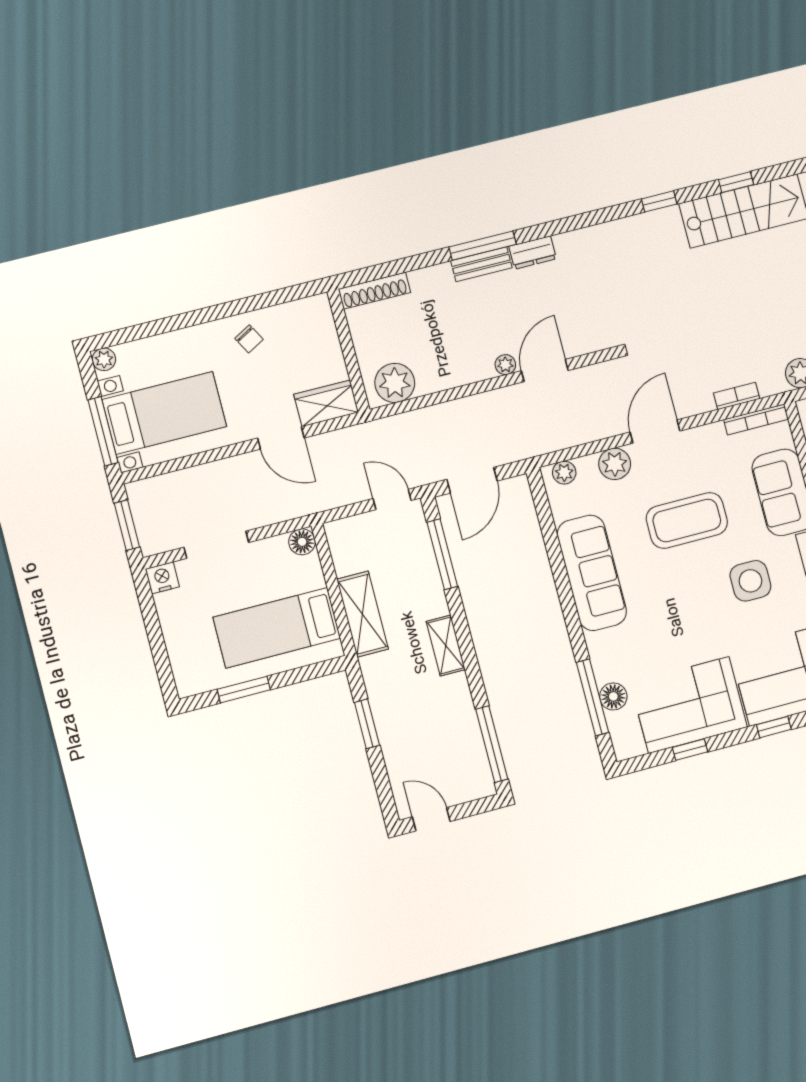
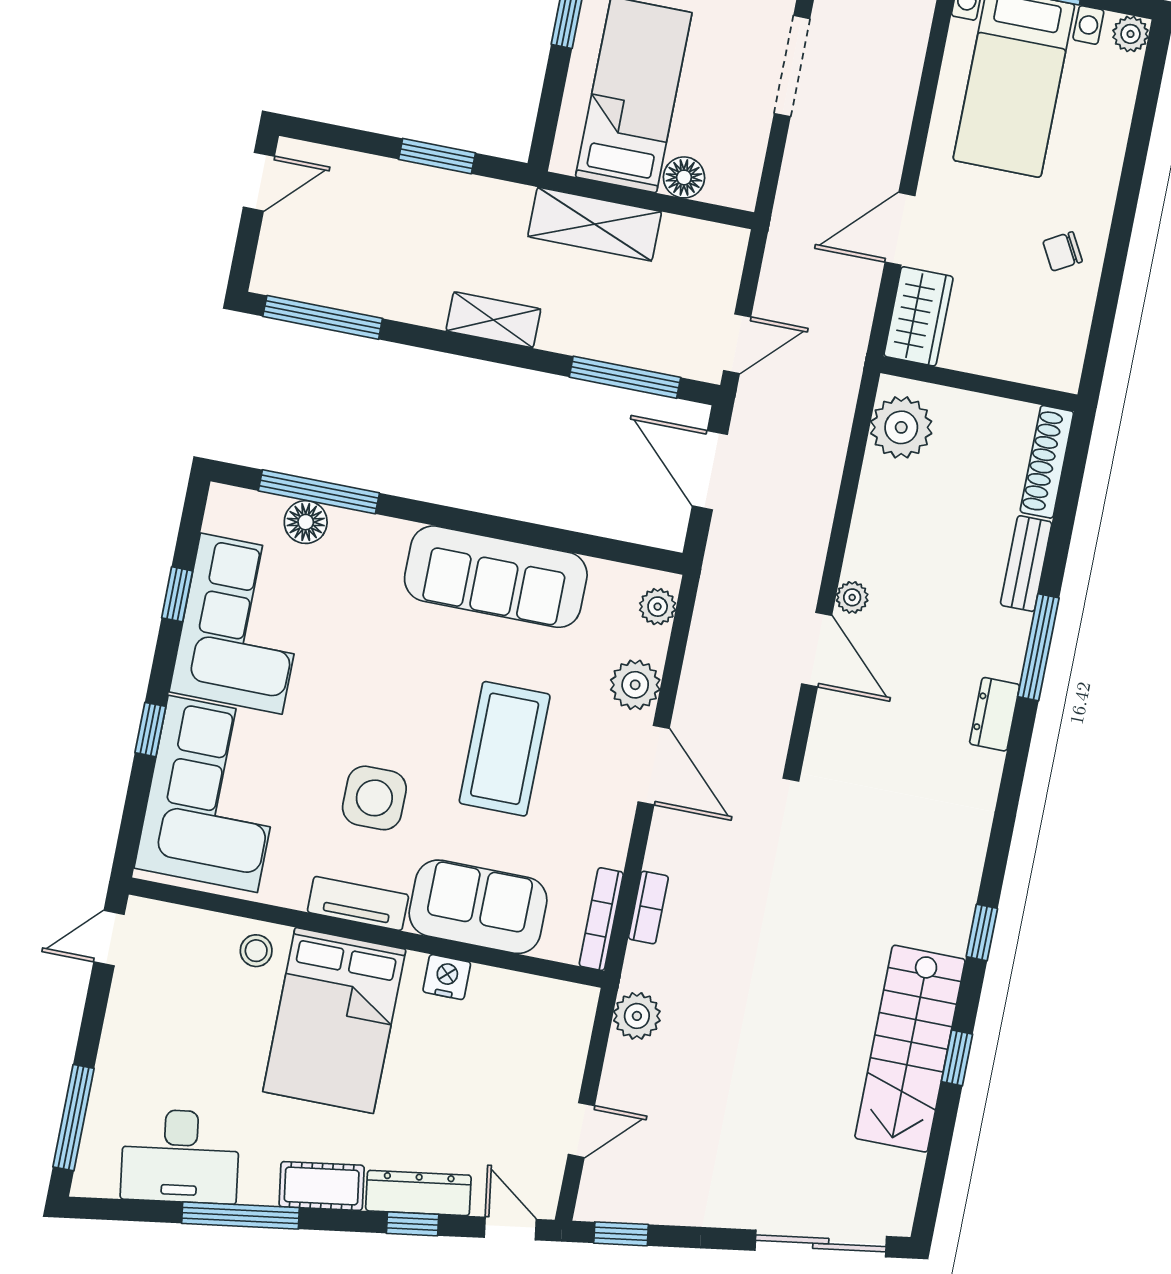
bench: (481, 264) -> (1026, 564), moved
floor lamp: (302, 542) -> (684, 177), moved

